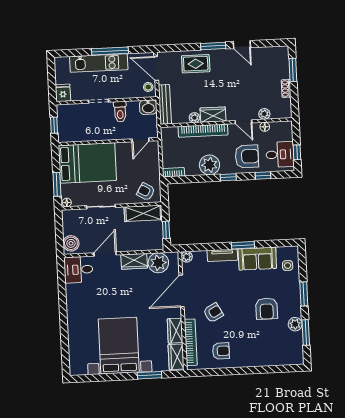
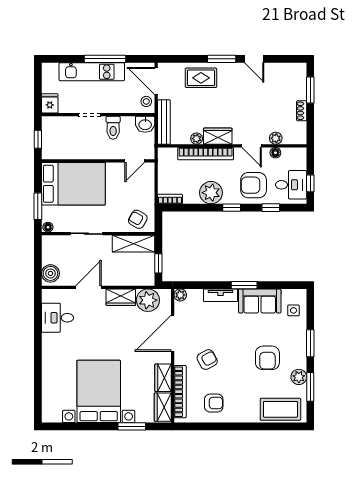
armchair: (247, 156) -> (254, 185), turned 180
desk: (78, 270) -> (57, 318), moved
coffee table: (280, 354) -> (280, 409), added

